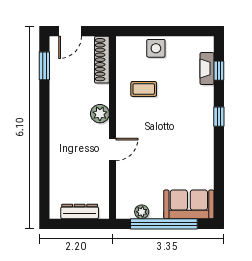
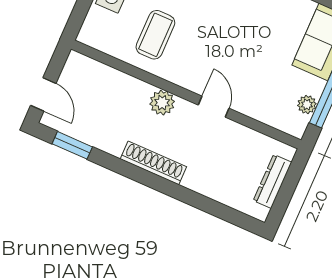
shoe rack: (102, 60) -> (153, 163), moved, turned 180
coffee table: (144, 89) -> (155, 35), width x1.36, depth x1.30

